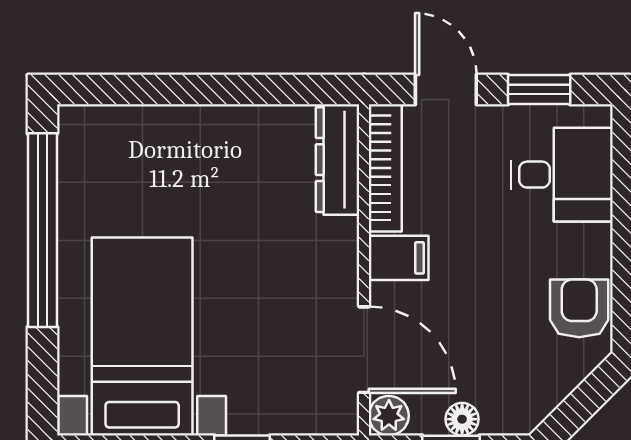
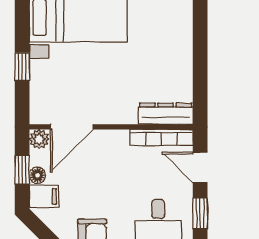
door: (446, 90) -> (200, 167), swing flipped
filing cabinet: (399, 258) -> (44, 196), moved, turned -90

